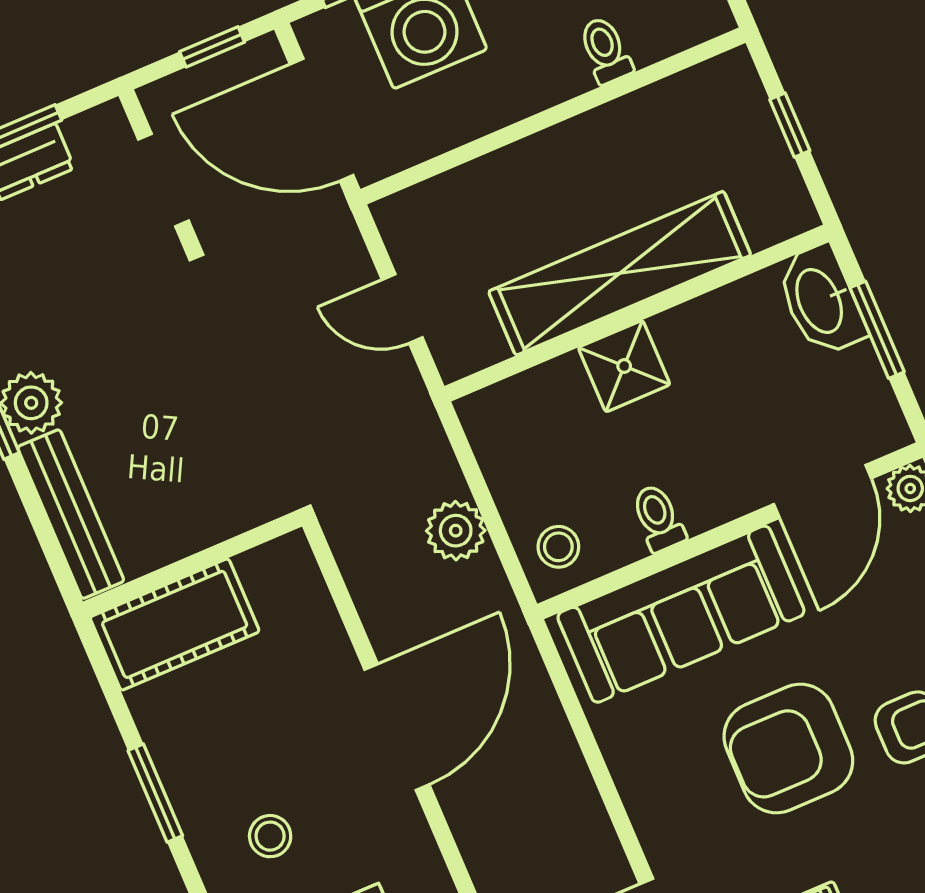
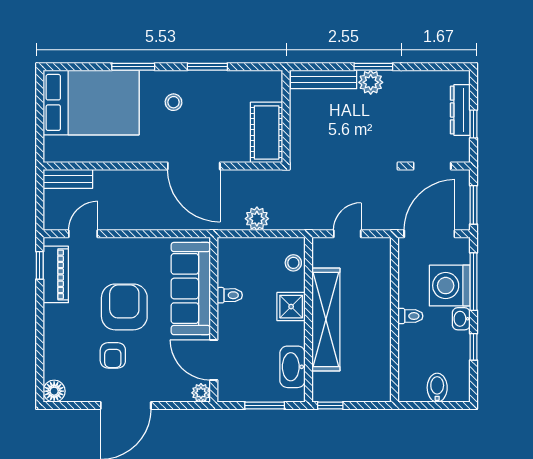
window: (212, 47) -> (473, 205), width x1.50
toilet: (605, 50) -> (410, 316), moved
window: (790, 125) -> (330, 405), moved
washbasin: (821, 300) -> (293, 367), moved, turned -90
stool: (558, 547) -> (293, 263), moved
cot: (175, 624) -> (267, 132), moved

